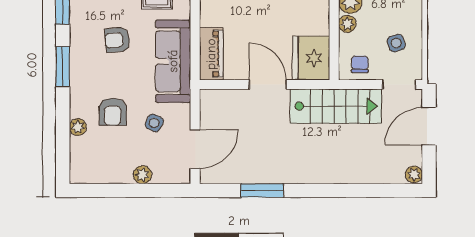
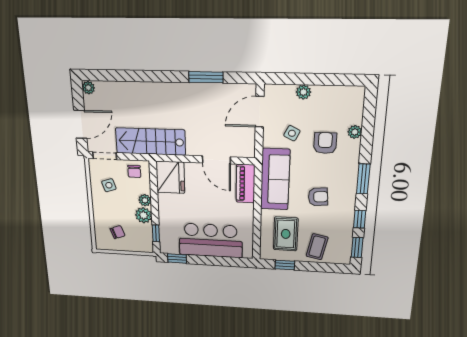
door: (268, 84) -> (216, 160), moved

